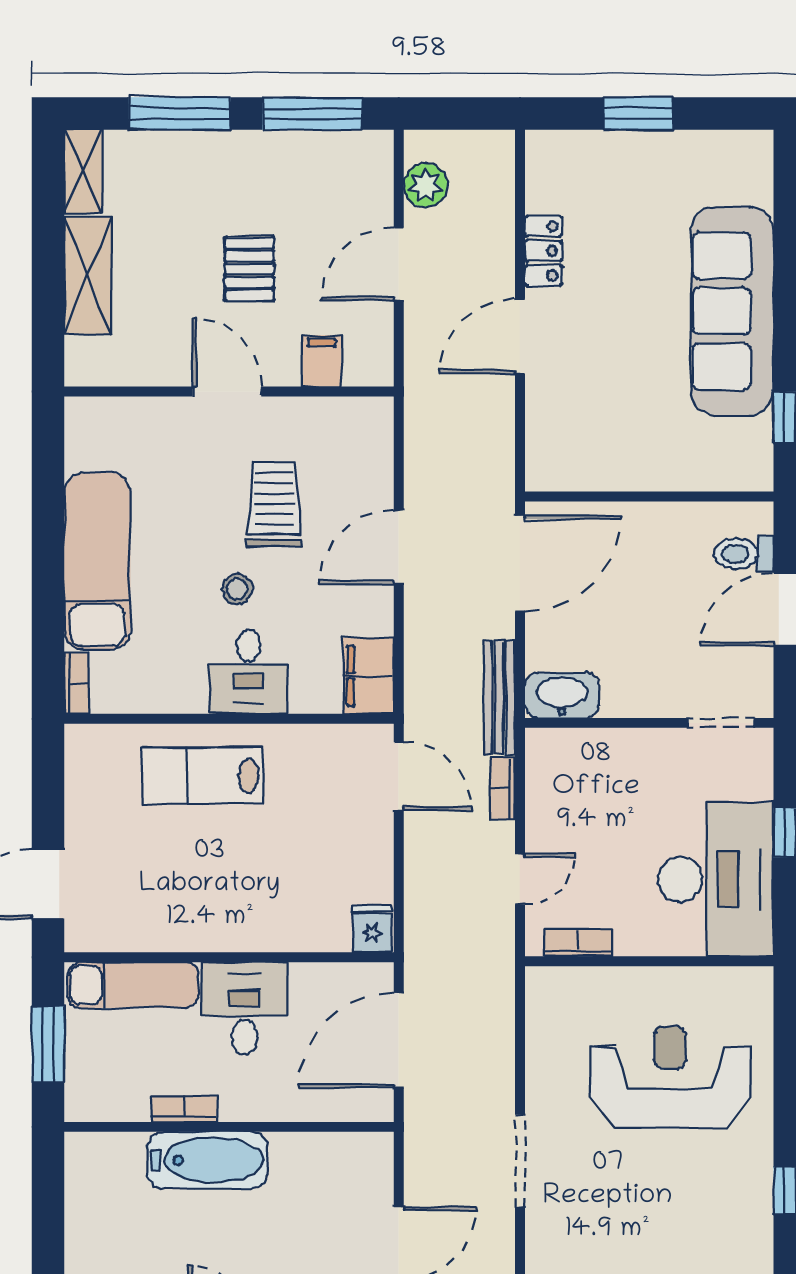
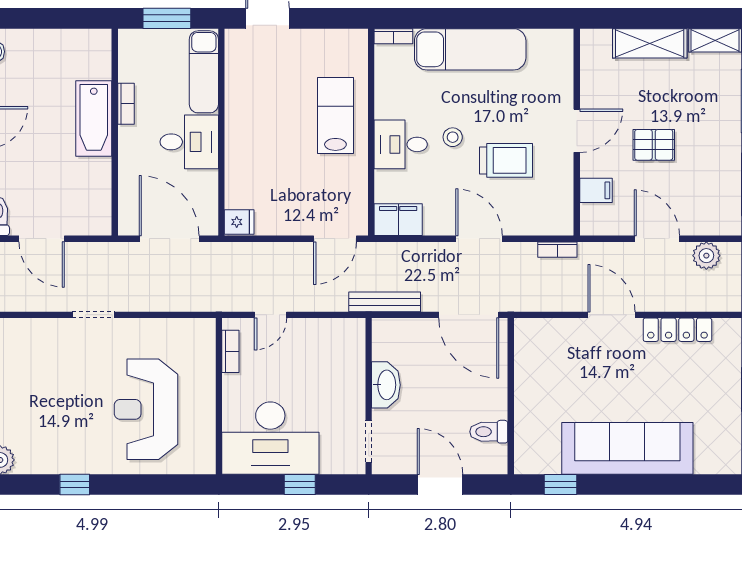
locker: (544, 251) -> (677, 330), width x1.53
toilet: (744, 554) -> (489, 432), moved, turned -90
washbasin: (562, 695) -> (386, 385), moved
bookcase: (503, 789) -> (557, 250), moved, turned 180
door: (520, 879) -> (271, 315), hinge flipped
reception desk: (670, 1077) -> (146, 409), turned 180
doorway: (520, 1161) -> (93, 315), width x0.73

